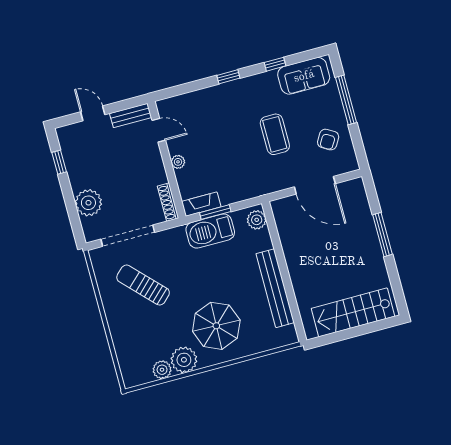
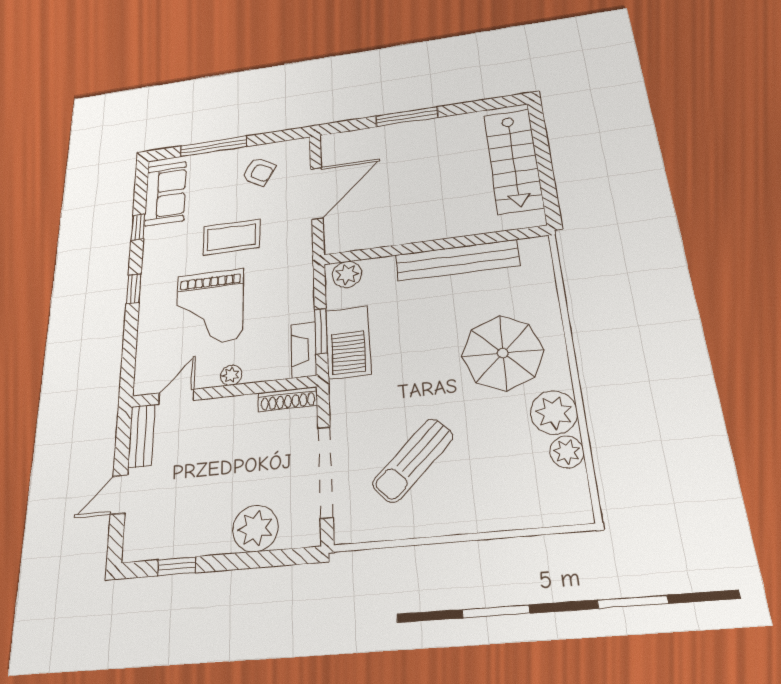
grand piano: (222, 134) -> (210, 307), added

